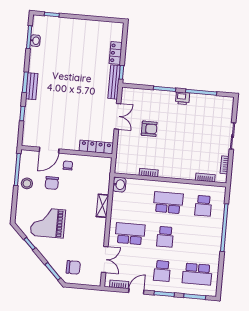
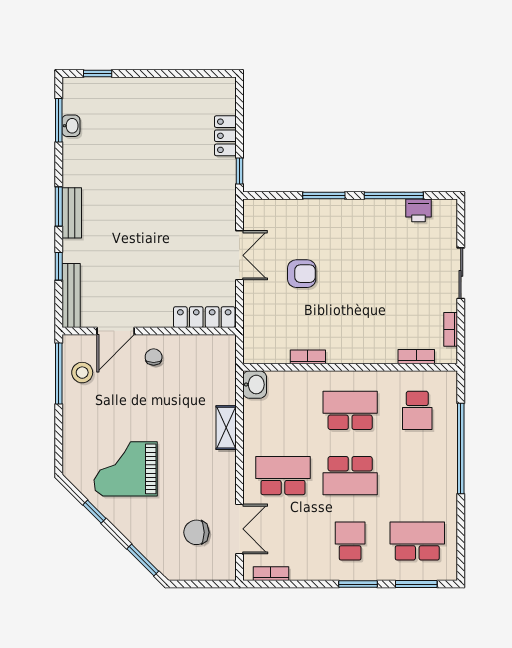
bench: (114, 82) -> (71, 295), moved
printer: (183, 98) -> (419, 210), moved
stool: (27, 183) -> (82, 373), moved
chair: (52, 183) -> (126, 393), removed
school desk: (165, 237) -> (350, 476), width x1.85
chair: (73, 267) -> (196, 532), moved, turned 180
school desk: (162, 271) -> (350, 541), turned 180
school desk: (197, 274) -> (417, 541), turned 180
door: (136, 291) -> (305, 584), removed

